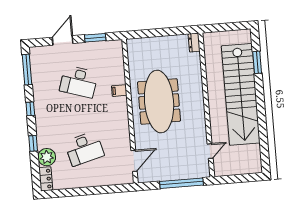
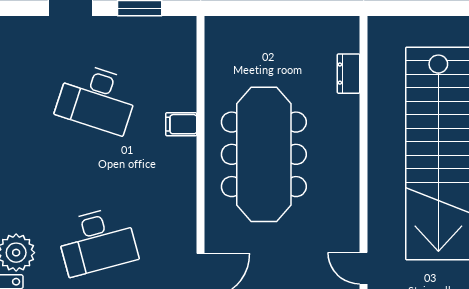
dresser: (194, 43) -> (349, 74), moved
door: (210, 151) -> (364, 268), swing flipped

